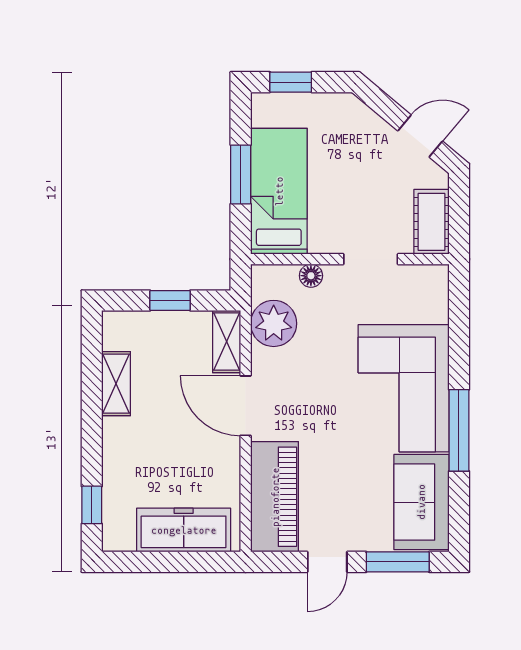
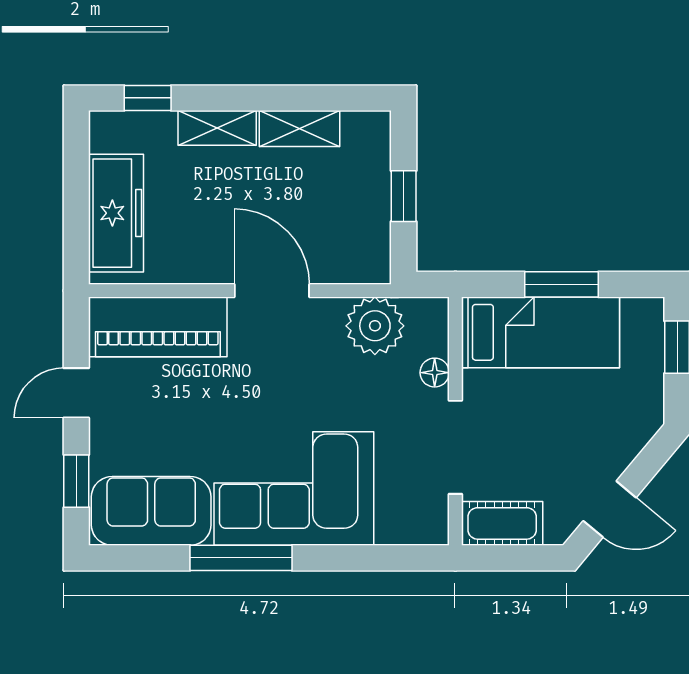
door: (420, 136) -> (610, 509), hinge flipped
doorway: (371, 259) -> (455, 447), width x1.38
shelving: (227, 342) -> (217, 128), moved
door: (246, 406) -> (272, 291), hinge flipped
door: (327, 562) -> (76, 393), hinge flipped
window: (398, 562) -> (76, 481), width x0.67

